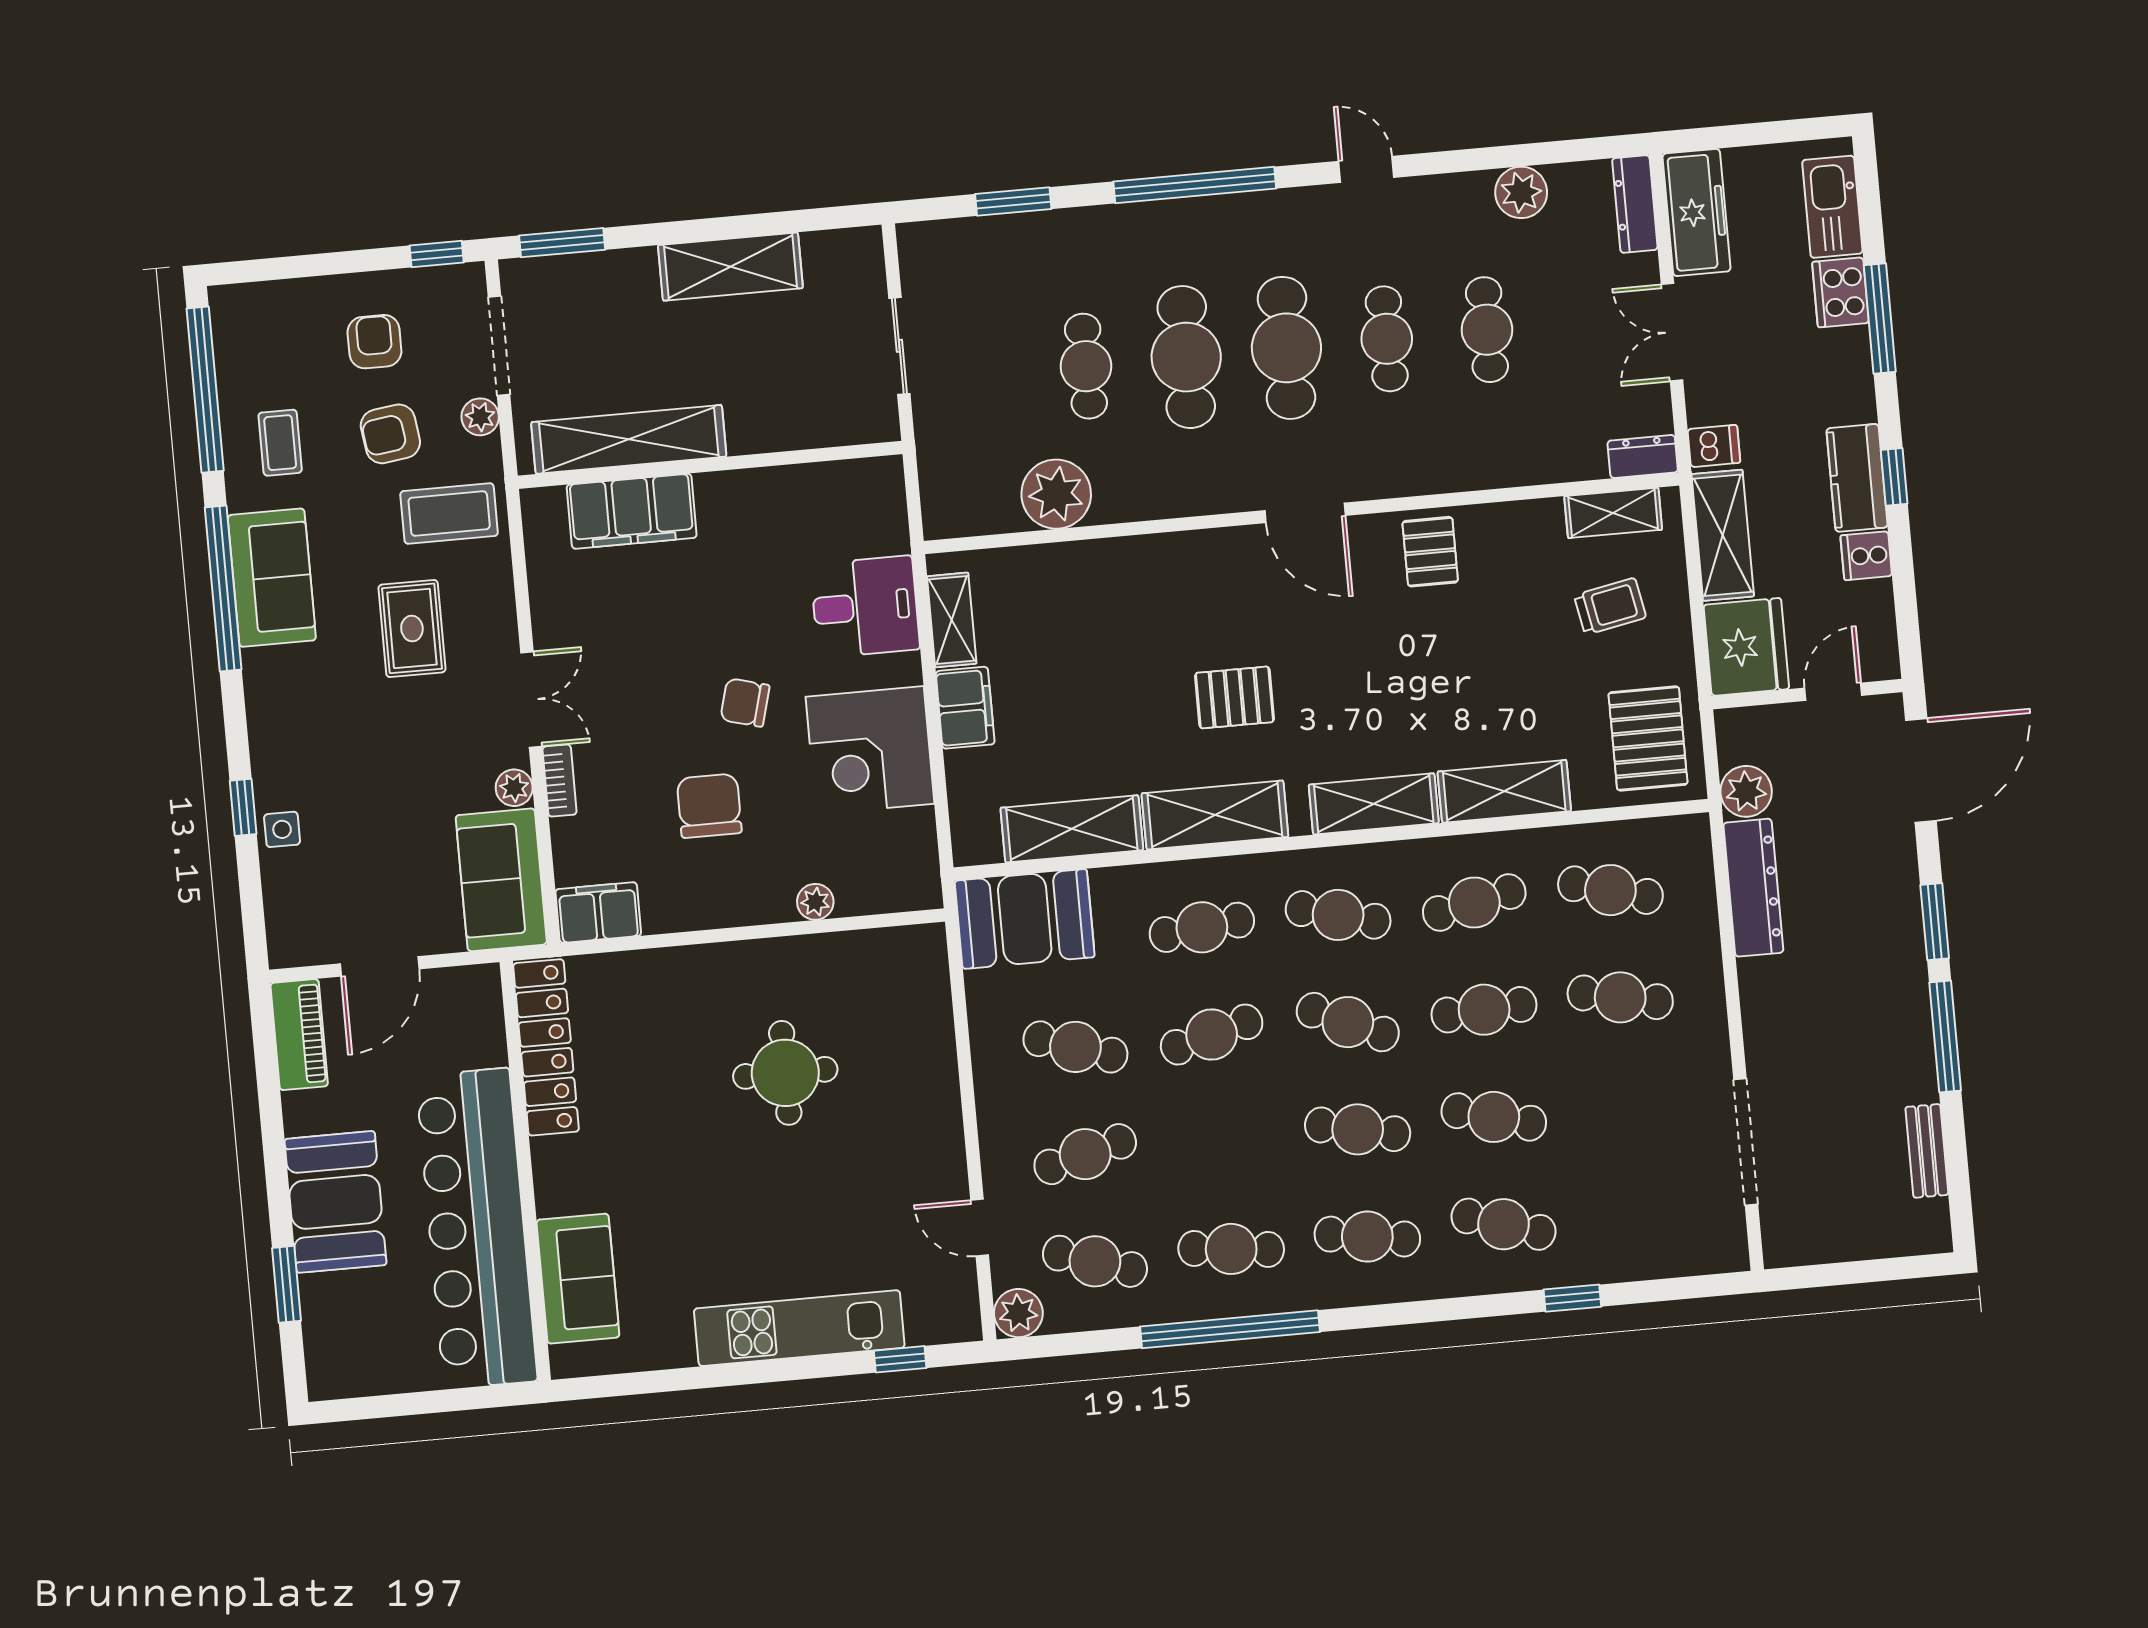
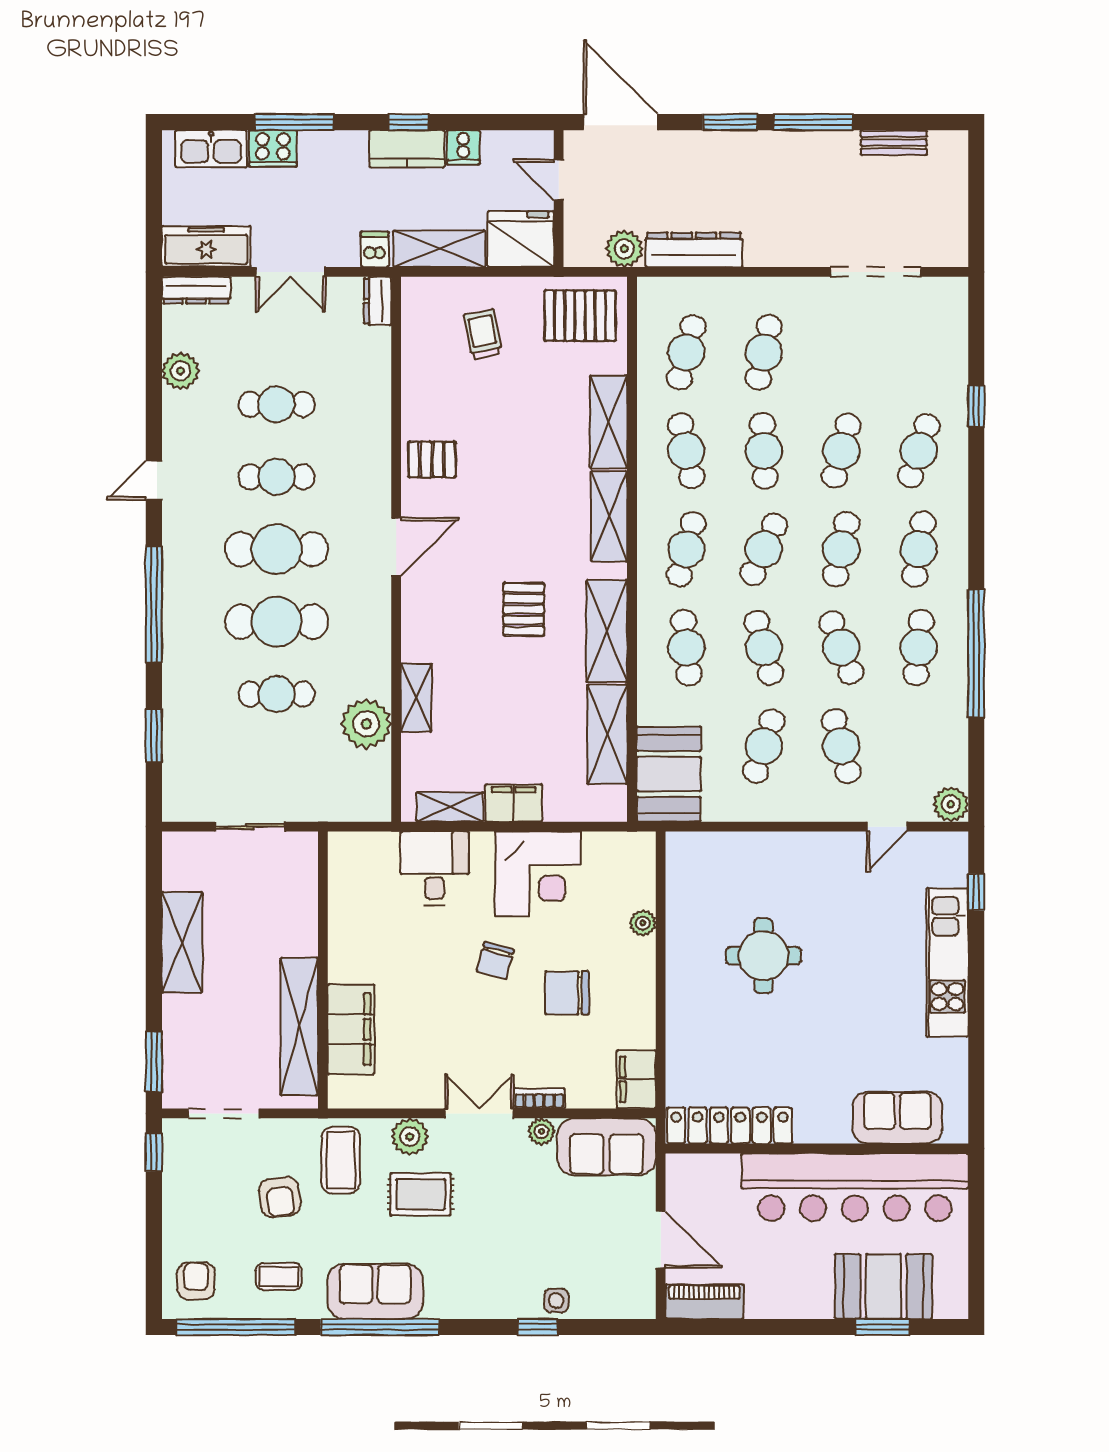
armchair: (374, 342) -> (196, 1281), moved, turned 90
plant: (480, 417) -> (410, 1137), moved, width x1.38, depth x1.38
shelving: (1613, 513) -> (416, 698), moved
booth: (336, 1202) -> (884, 1286), moved
cafe table: (1095, 1261) -> (841, 648), moved, turned -39

